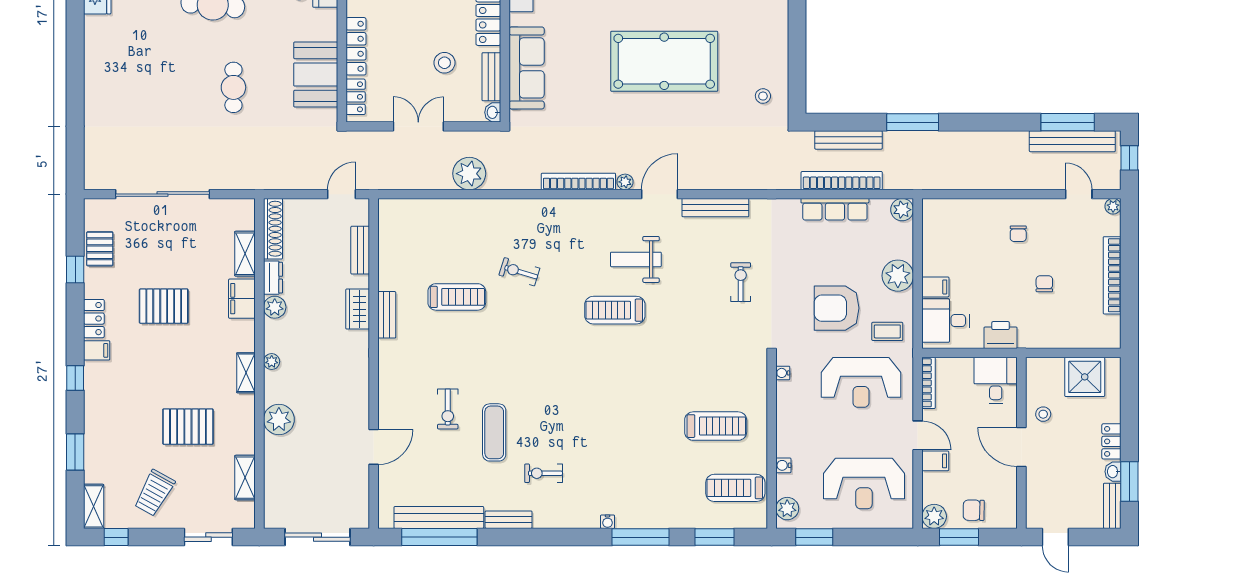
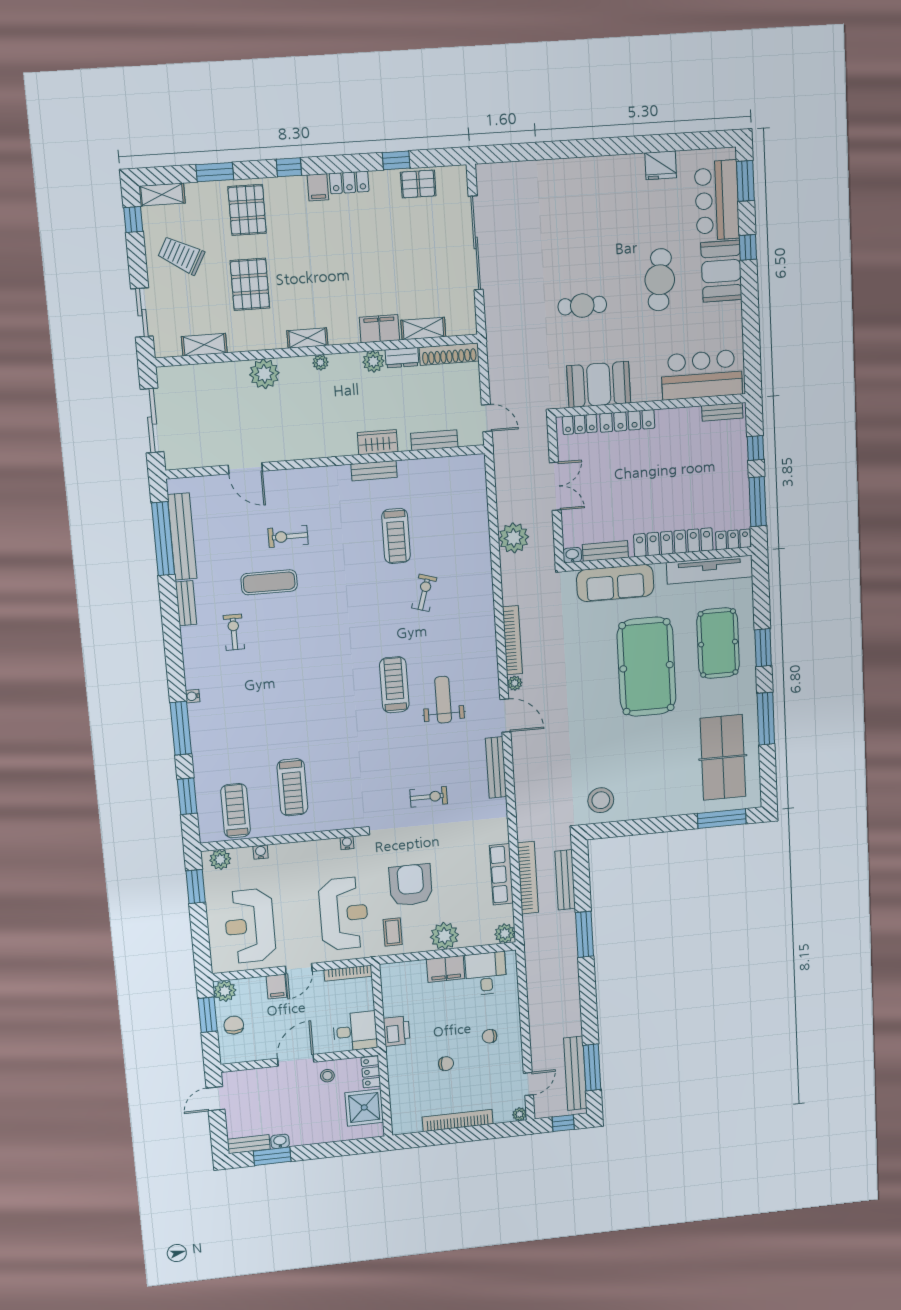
pool table: (664, 61) -> (646, 667), moved
stool: (444, 63) -> (616, 506), removed
stool: (763, 96) -> (601, 800), width x1.89, depth x1.89
filing cabinet: (935, 287) -> (446, 969), width x2.00
pallet: (164, 306) -> (247, 210), moved
desk: (946, 321) -> (486, 973), moved
reception desk: (861, 382) -> (344, 914), turned 180
locker: (1111, 441) -> (371, 1072), moved, turned -90

